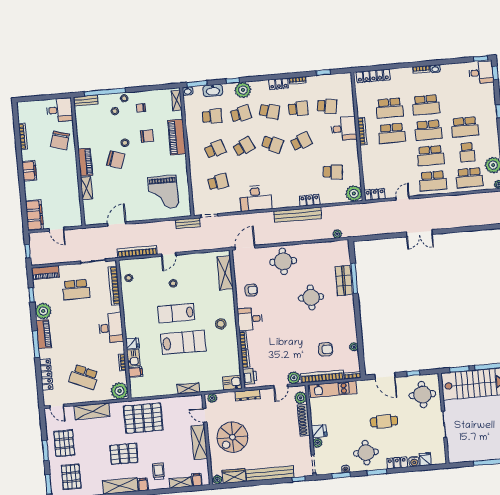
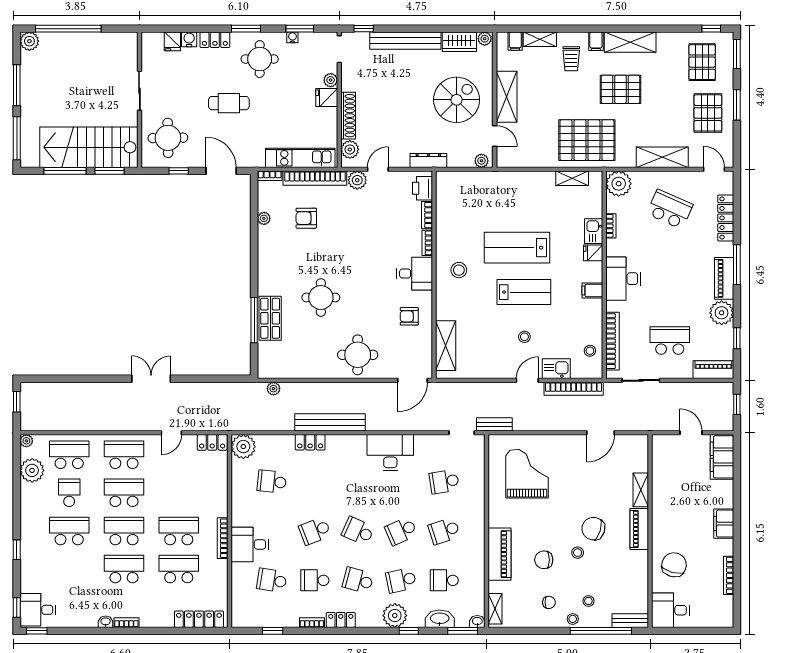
filing cabinet: (135, 372) -> (592, 290), moved
kitchen sink: (232, 383) -> (556, 369), moved, turned 180
shelving: (188, 388) -> (572, 178), moved

